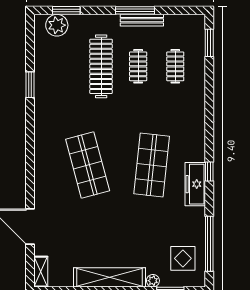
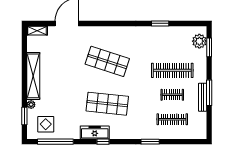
window: (209, 43) -> (150, 142), moved
clothes rail: (175, 66) -> (172, 119), width x1.36
shop shelf: (88, 165) -> (107, 61), turned 33

